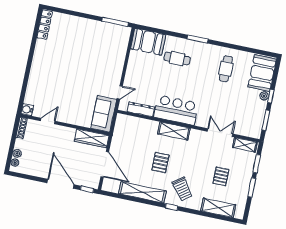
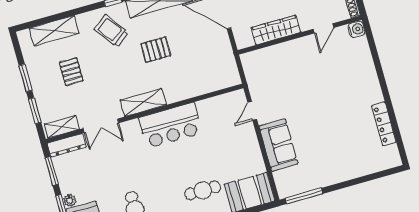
locker: (45, 25) -> (384, 124), moved
dresser: (141, 109) -> (67, 145), moved
sofa: (104, 114) -> (278, 145), moved
shelving: (174, 131) -> (143, 102), moved
wardrobe: (92, 138) -> (276, 30), moved
pallet: (160, 163) -> (156, 50), turned 90

